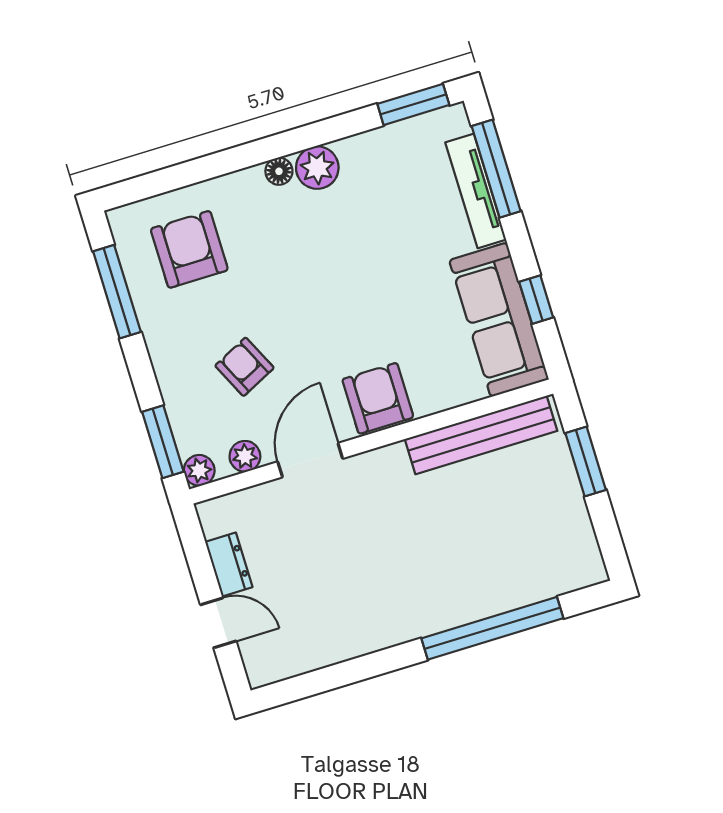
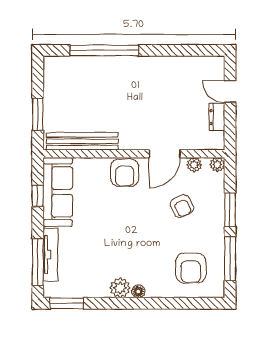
window: (163, 442) -> (230, 210), moved

